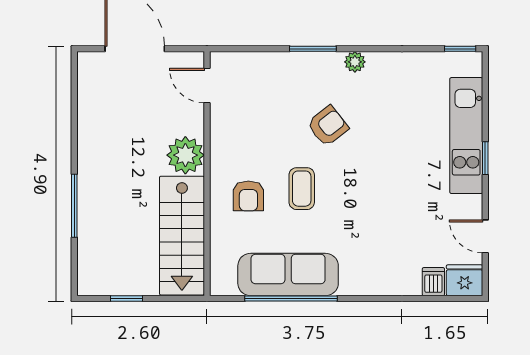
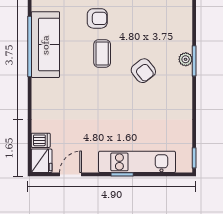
plant: (355, 62) -> (186, 59), moved
coffee table: (302, 189) -> (102, 54), turned 90
armchair: (248, 196) -> (97, 18), turned 180

